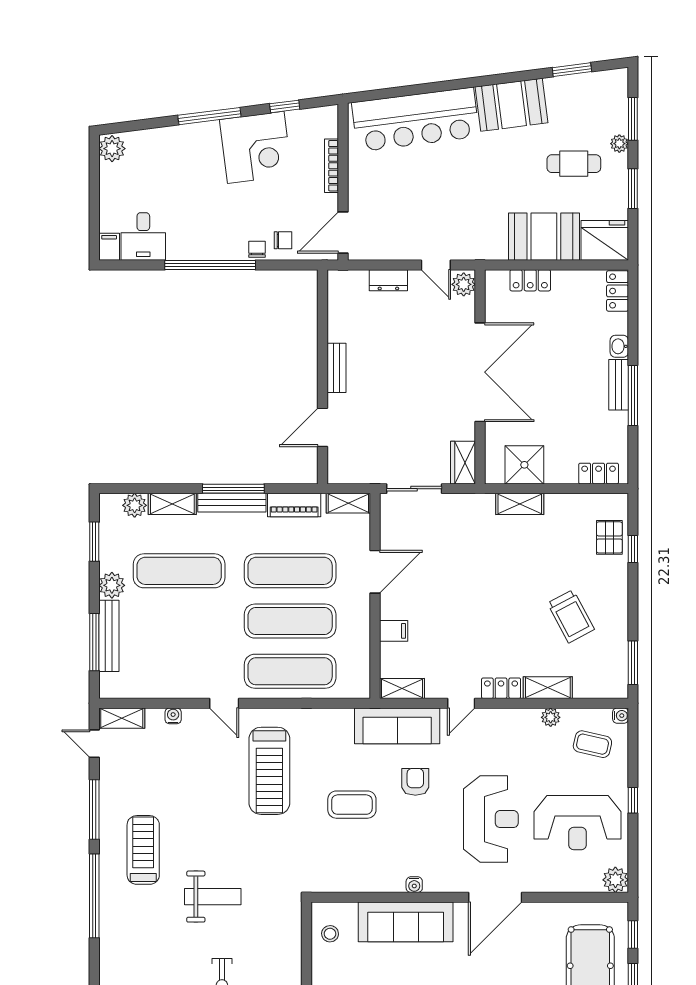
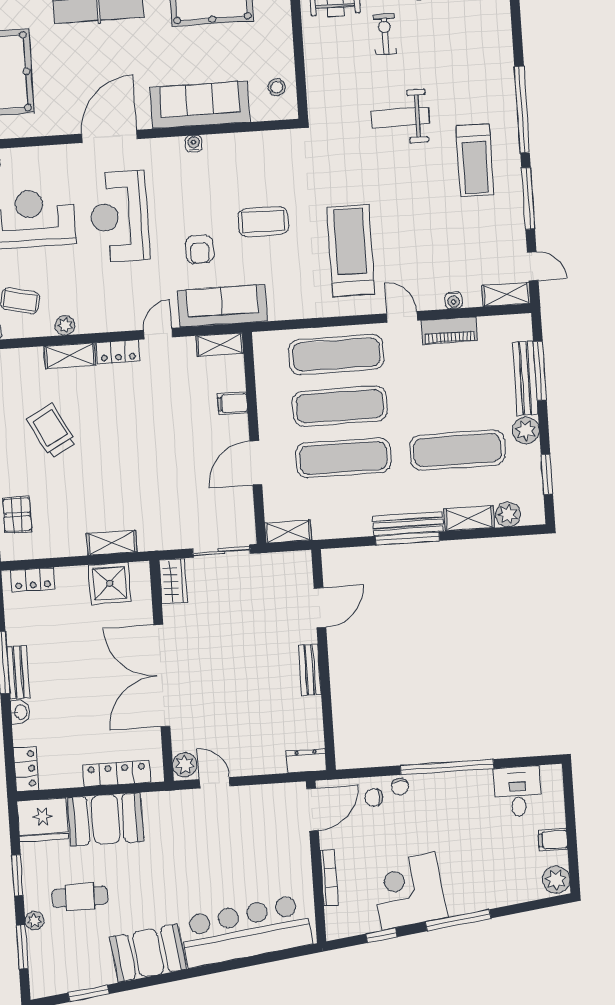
filing cabinet: (109, 247) -> (553, 840), moved, turned 90
dresser: (388, 280) -> (306, 761), moved
locker: (530, 280) -> (117, 774), width x1.53
piano: (294, 505) -> (449, 331), moved, turned 180

